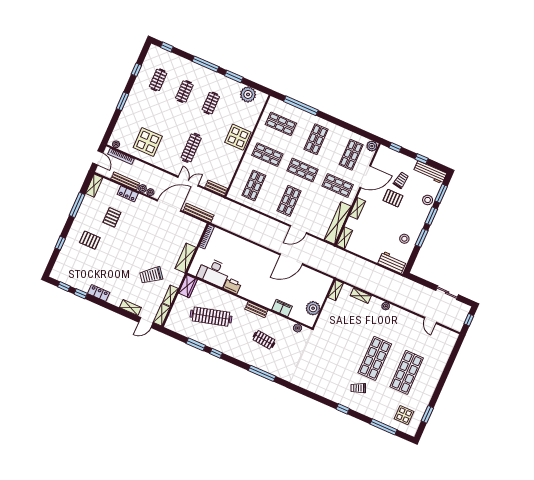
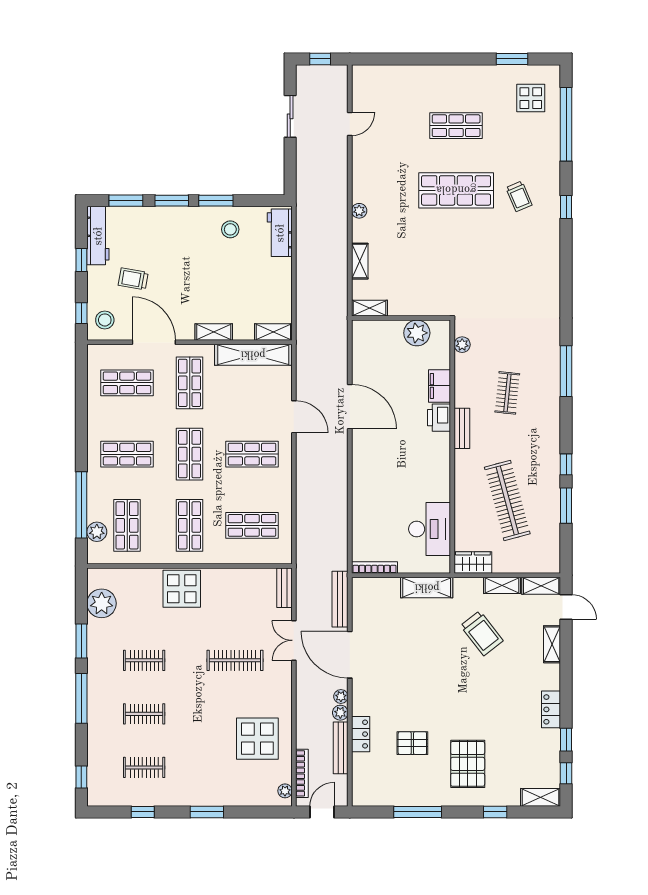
plant: (372, 146) -> (97, 532), moved
shelving: (94, 186) -> (540, 797), moved
pallet: (393, 198) -> (170, 279), removed
stool: (428, 200) -> (105, 320), moved
pallet: (90, 240) -> (468, 764), width x1.50, depth x1.42
printer: (232, 286) -> (439, 418), moved
shop shelf: (407, 372) -> (456, 126), width x0.70, depth x0.74
window: (384, 427) -> (566, 124), width x1.46

